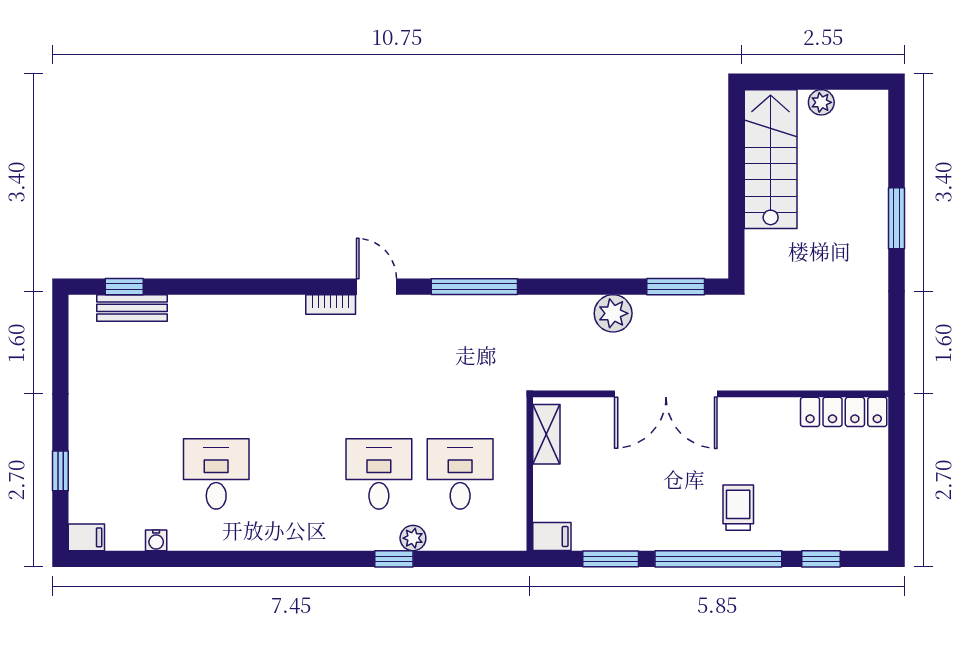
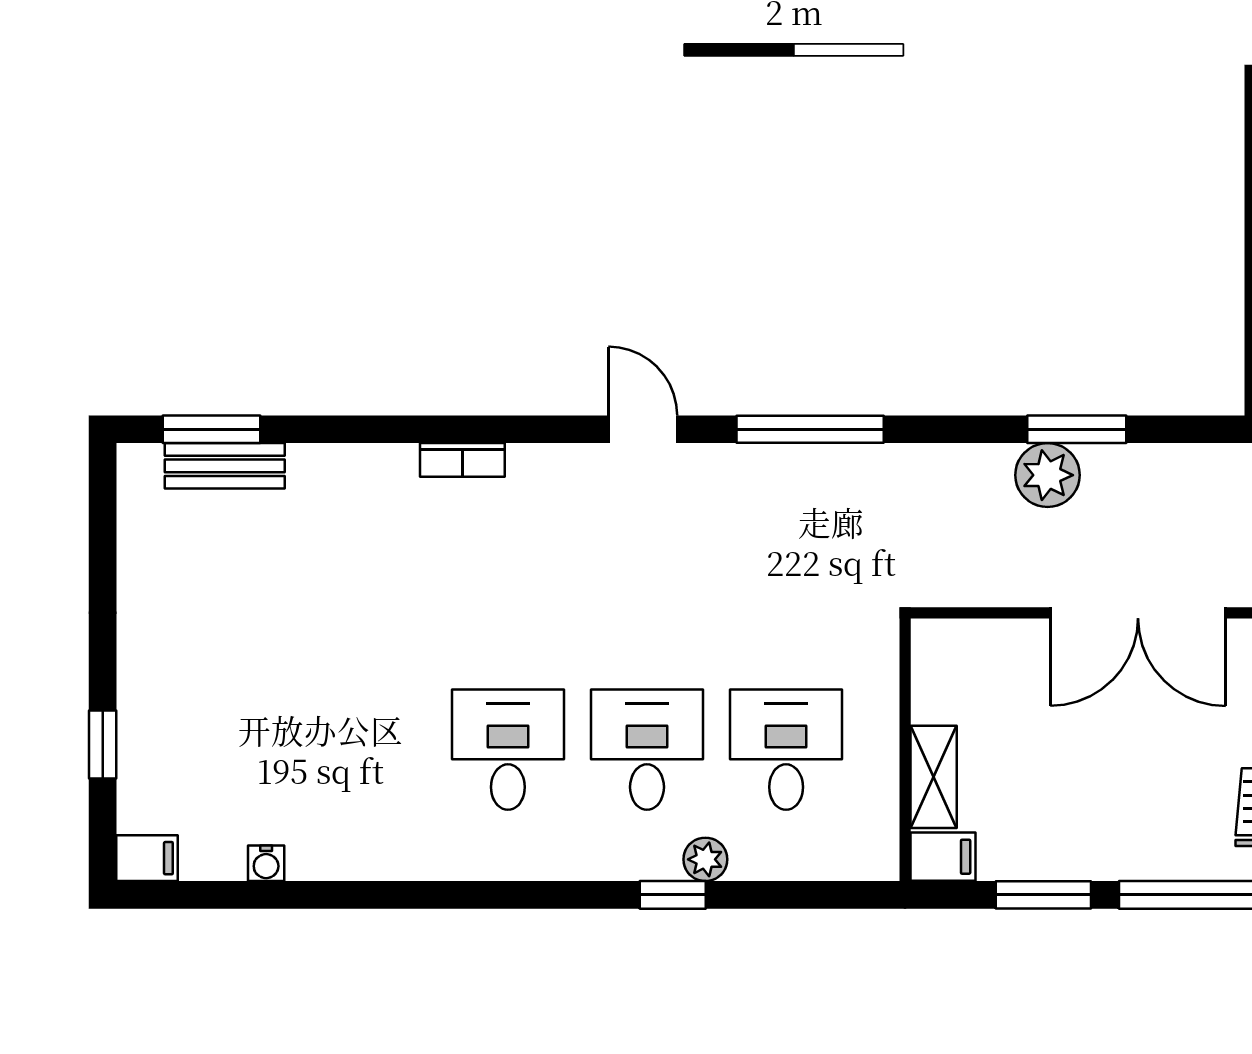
window: (124, 287) -> (211, 429), width x1.50
window: (676, 287) -> (1077, 429), moved
bookcase: (331, 304) -> (462, 460), moved
shelving: (546, 434) -> (934, 777), moved
desk: (216, 474) -> (508, 750), moved

